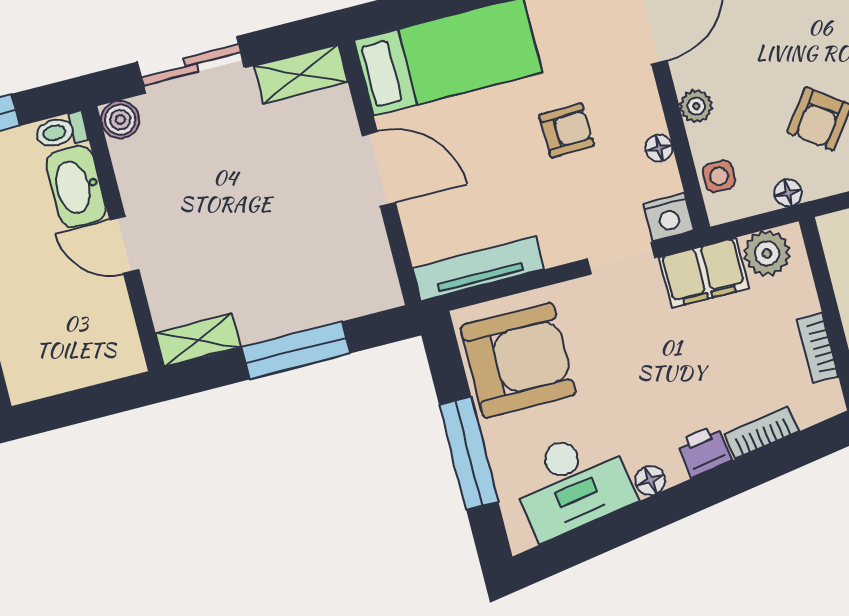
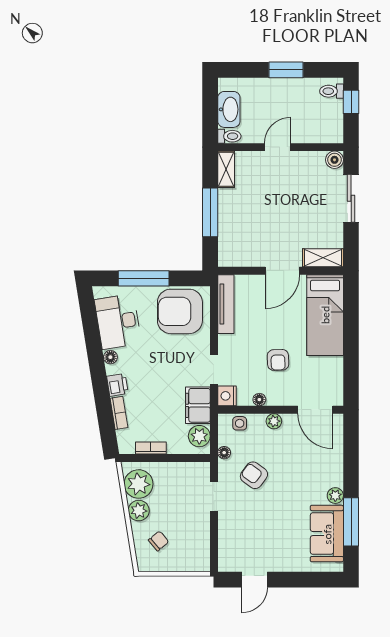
shelving: (301, 74) -> (323, 258), moved, turned 90
toilet: (61, 131) -> (229, 136), moved, turned 90
washbasin: (76, 186) -> (229, 109), moved, turned 90
armchair: (518, 360) -> (180, 311), turned 90

